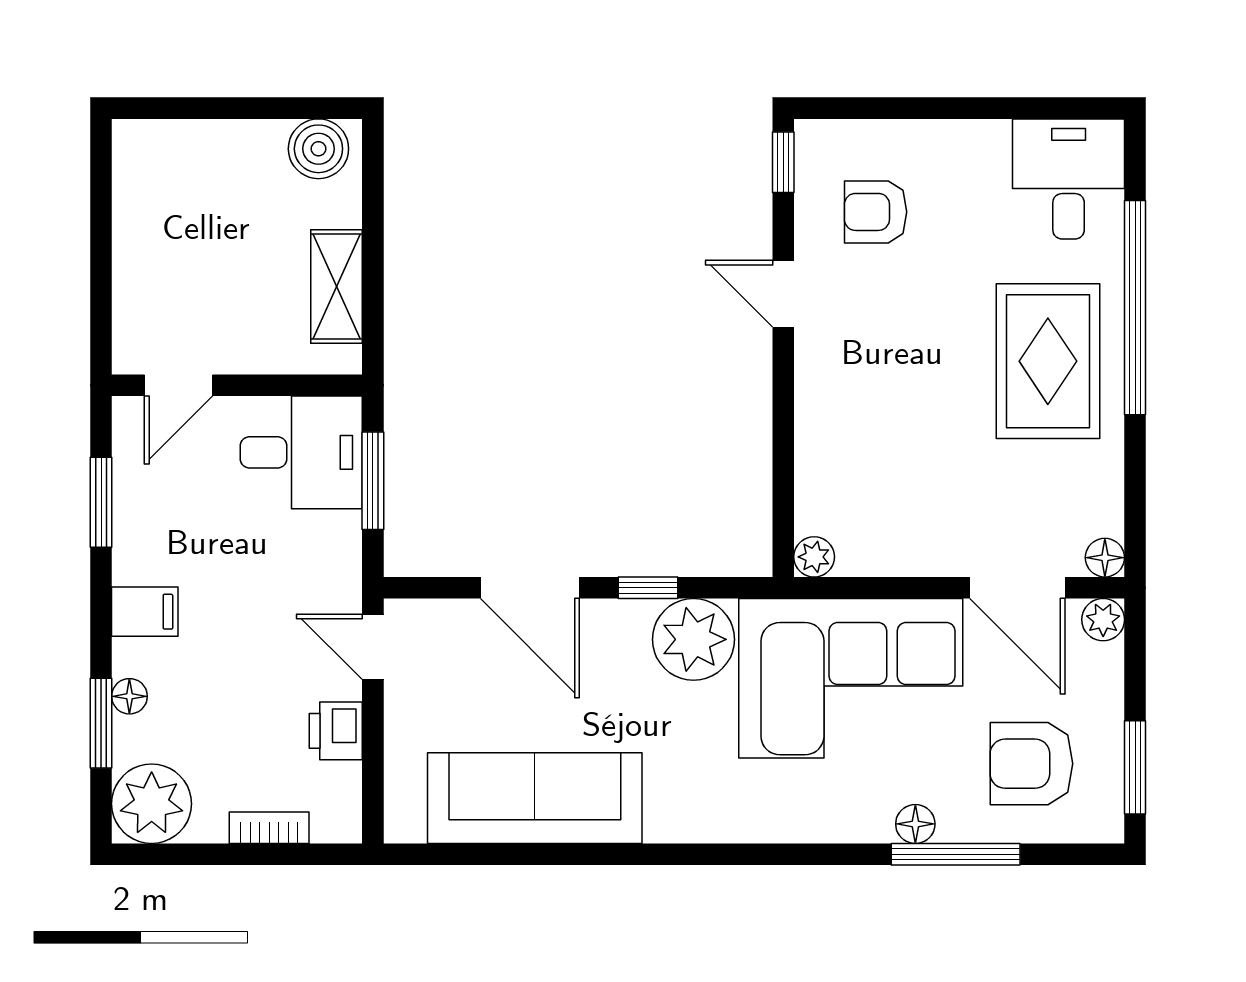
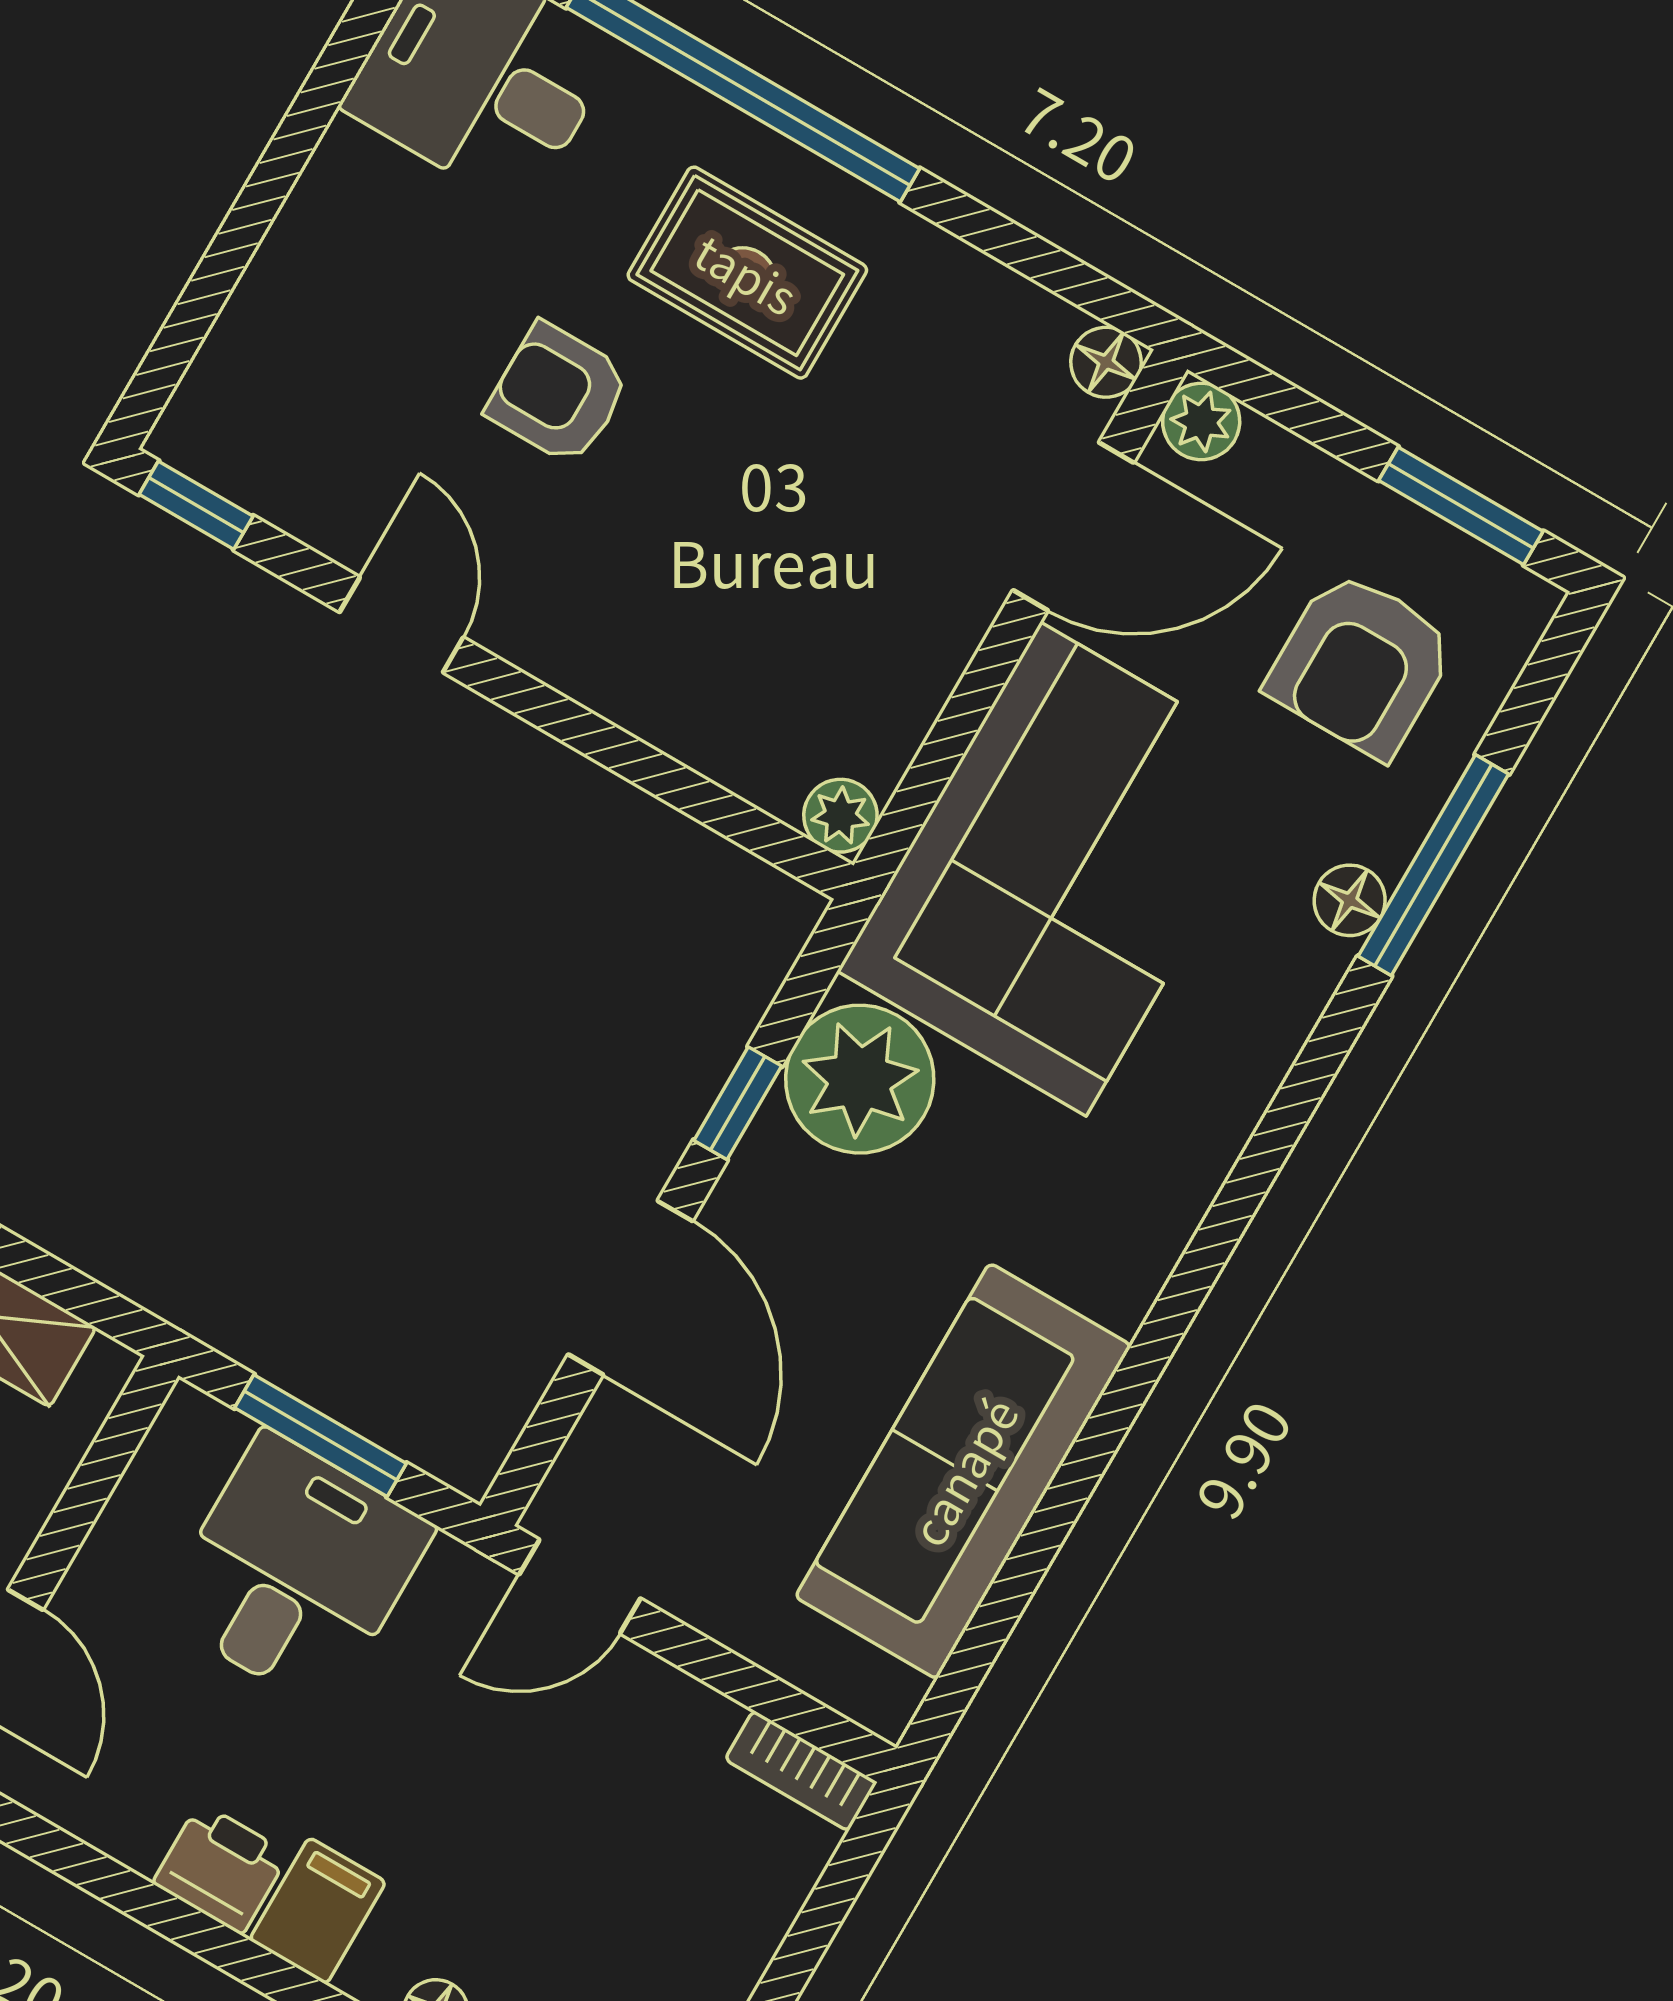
armchair: (876, 212) -> (559, 394), moved, turned 90
door: (783, 294) -> (401, 625), swing flipped
rug: (1048, 361) -> (747, 273), width x0.73, depth x0.70
desk: (301, 452) -> (295, 1571), moved
window: (101, 502) -> (107, 1880), removed
door: (530, 588) -> (630, 1288), hinge flipped
printer: (336, 731) -> (221, 1868), moved, turned 180
bookcase: (269, 828) -> (801, 1771), moved, turned -90

